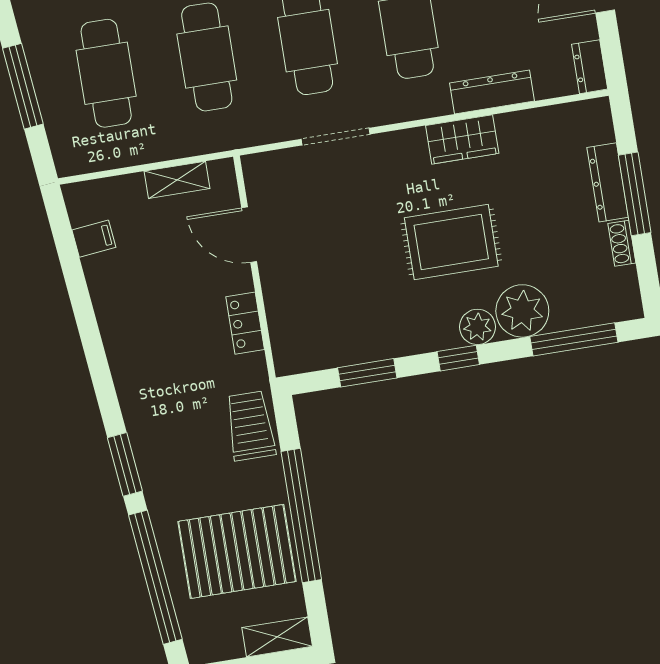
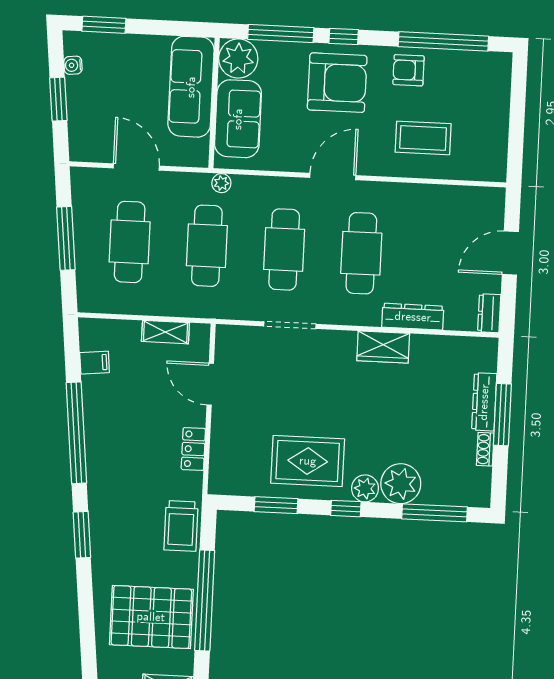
rug: (451, 242) -> (308, 461), moved
trolley: (250, 426) -> (181, 526), turned 180
window: (155, 577) -> (76, 433), moved

